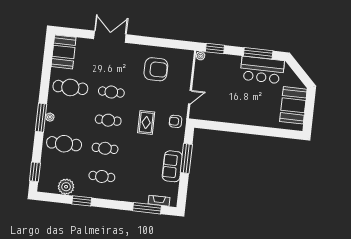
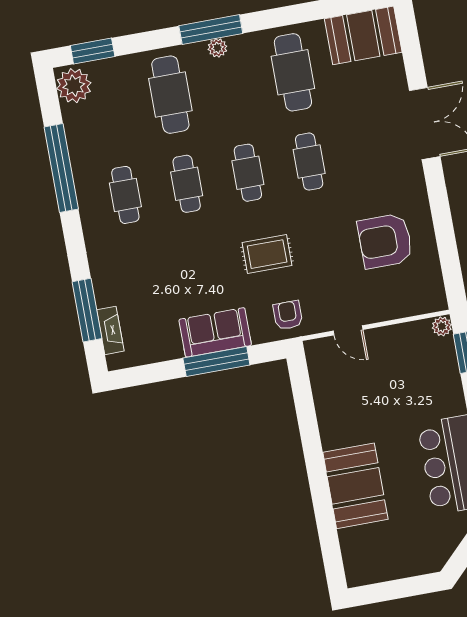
armchair: (156, 69) -> (385, 241), turned 90
booth: (293, 105) -> (355, 486), moved, turned 90
sofa: (172, 166) -> (215, 332), moved
plant: (66, 187) -> (74, 86), moved
window: (82, 201) -> (61, 168), width x2.11

